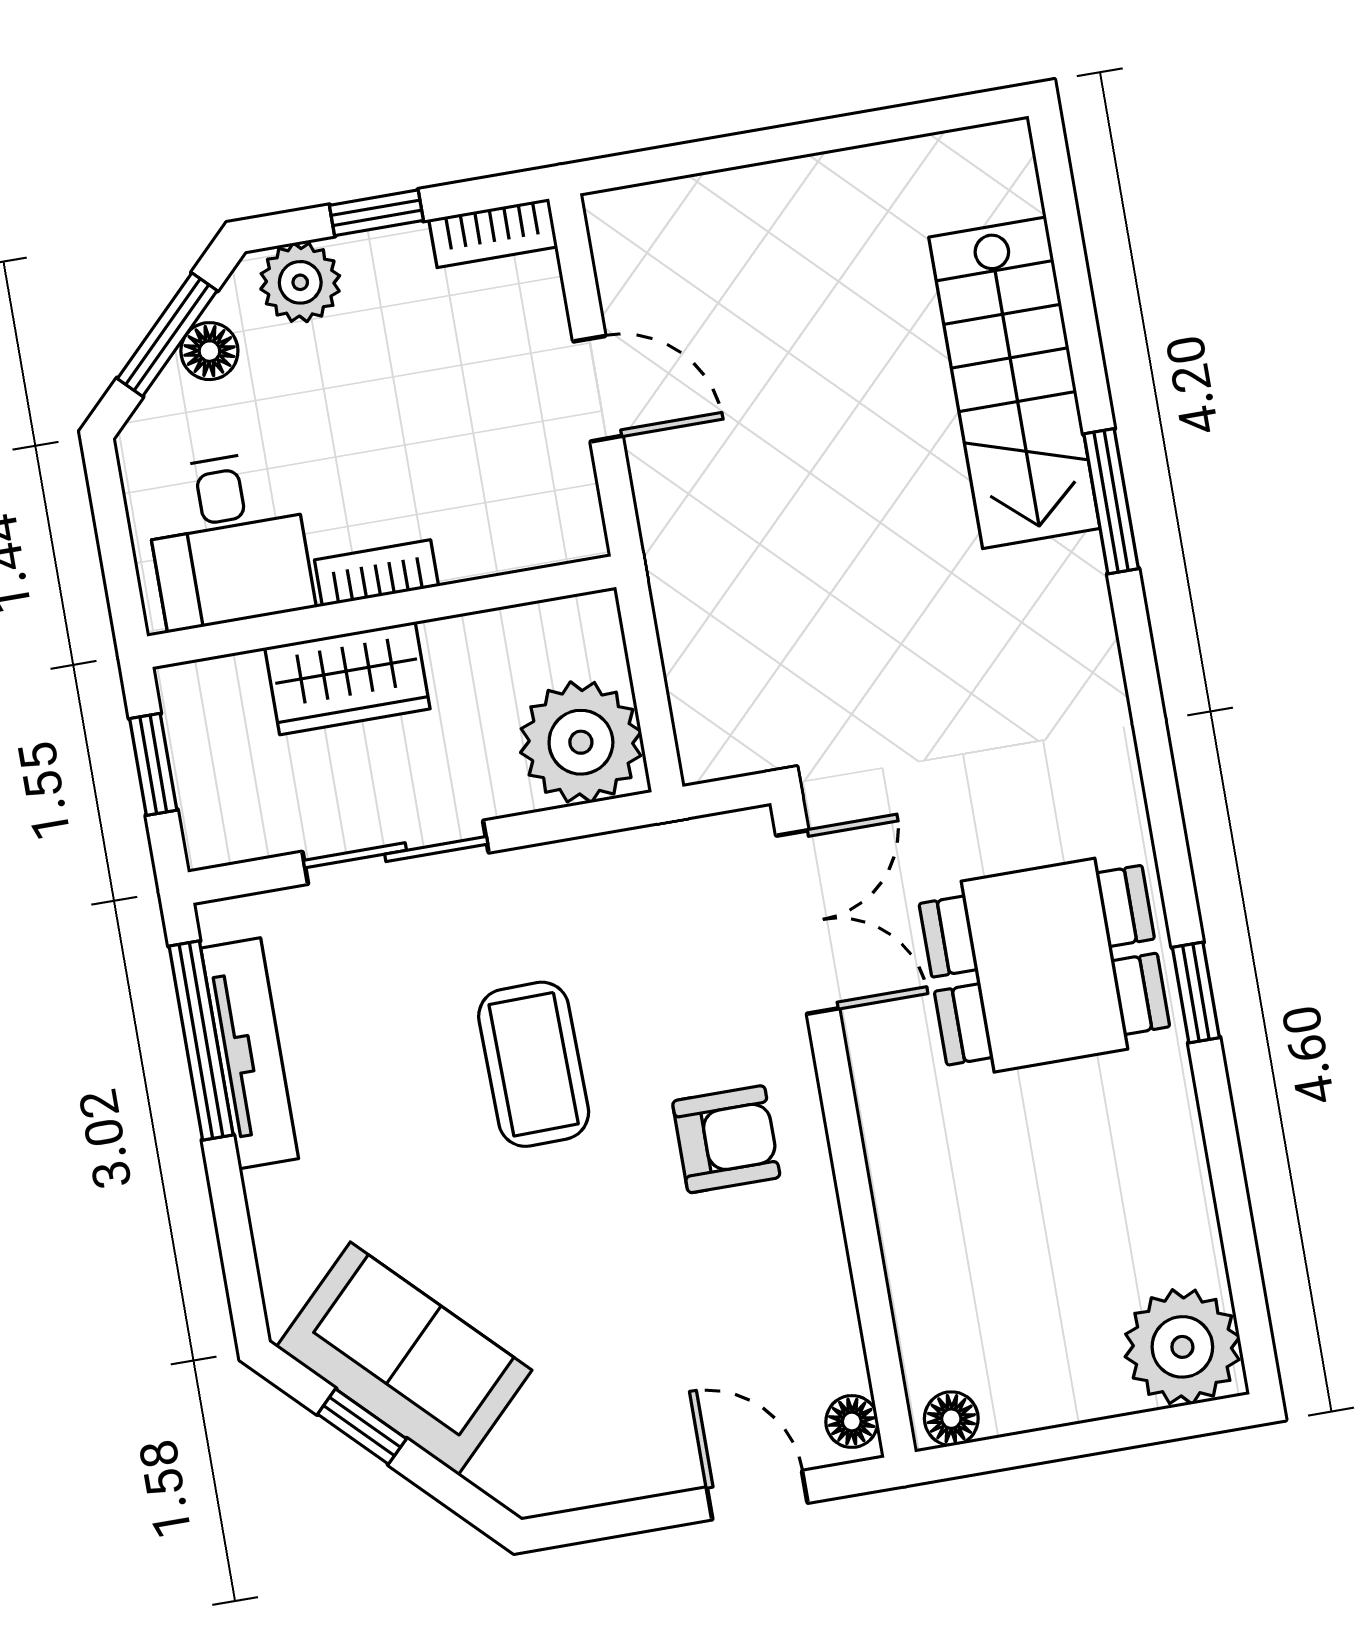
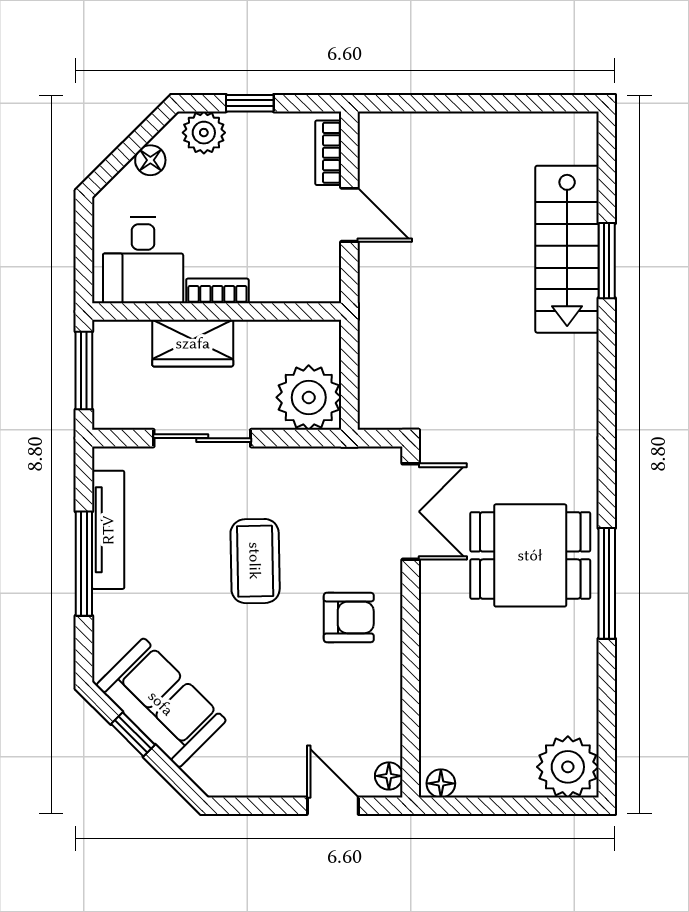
bookcase: (493, 233) -> (328, 153), moved, turned 90
window: (167, 335) -> (130, 148), removed
window: (1111, 501) -> (607, 261), moved
window: (153, 764) -> (84, 371), width x1.50
window: (1196, 993) -> (607, 583), width x2.17
window: (201, 1041) -> (84, 564), moved

